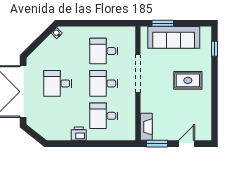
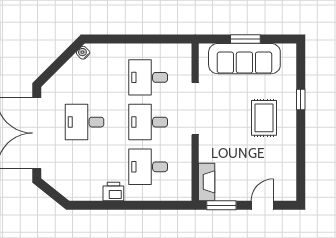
window: (163, 23) -> (245, 39), moved
window: (215, 49) -> (301, 100), moved
rug: (188, 80) -> (264, 118), turned 90

